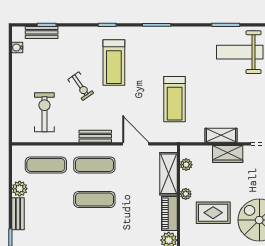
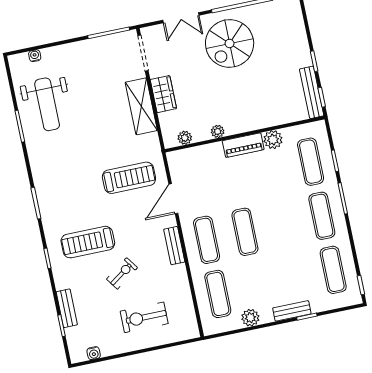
bench: (42, 32) -> (67, 308), moved
treadmill: (114, 62) -> (88, 242), turned 180
treadmill: (175, 99) -> (129, 178), moved
exercise bike: (44, 112) -> (144, 317), moved
shelving: (221, 135) -> (141, 106), width x1.50, depth x1.33
shelving: (168, 174) -> (199, 155), removed
rug: (213, 213) -> (232, 96), removed
bench: (18, 214) -> (292, 311), moved

